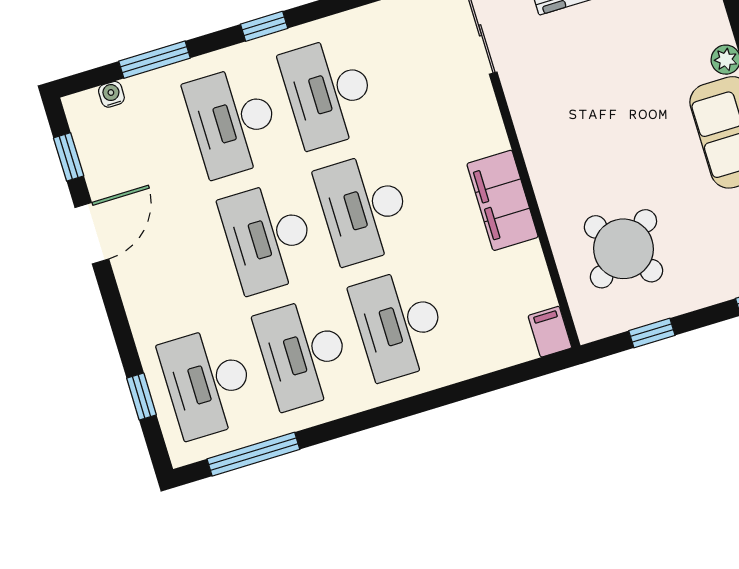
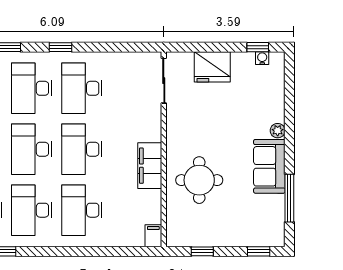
round table: (623, 249) -> (199, 180), moved, turned 35

